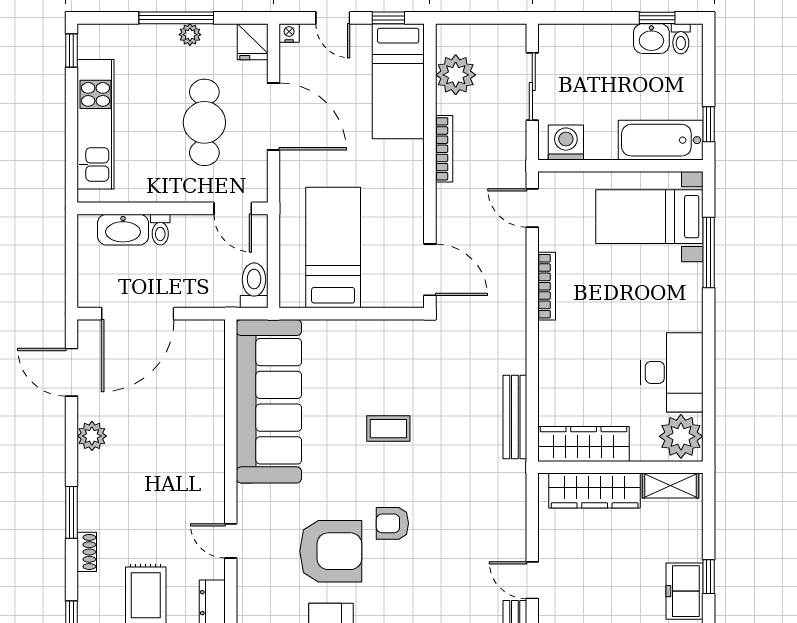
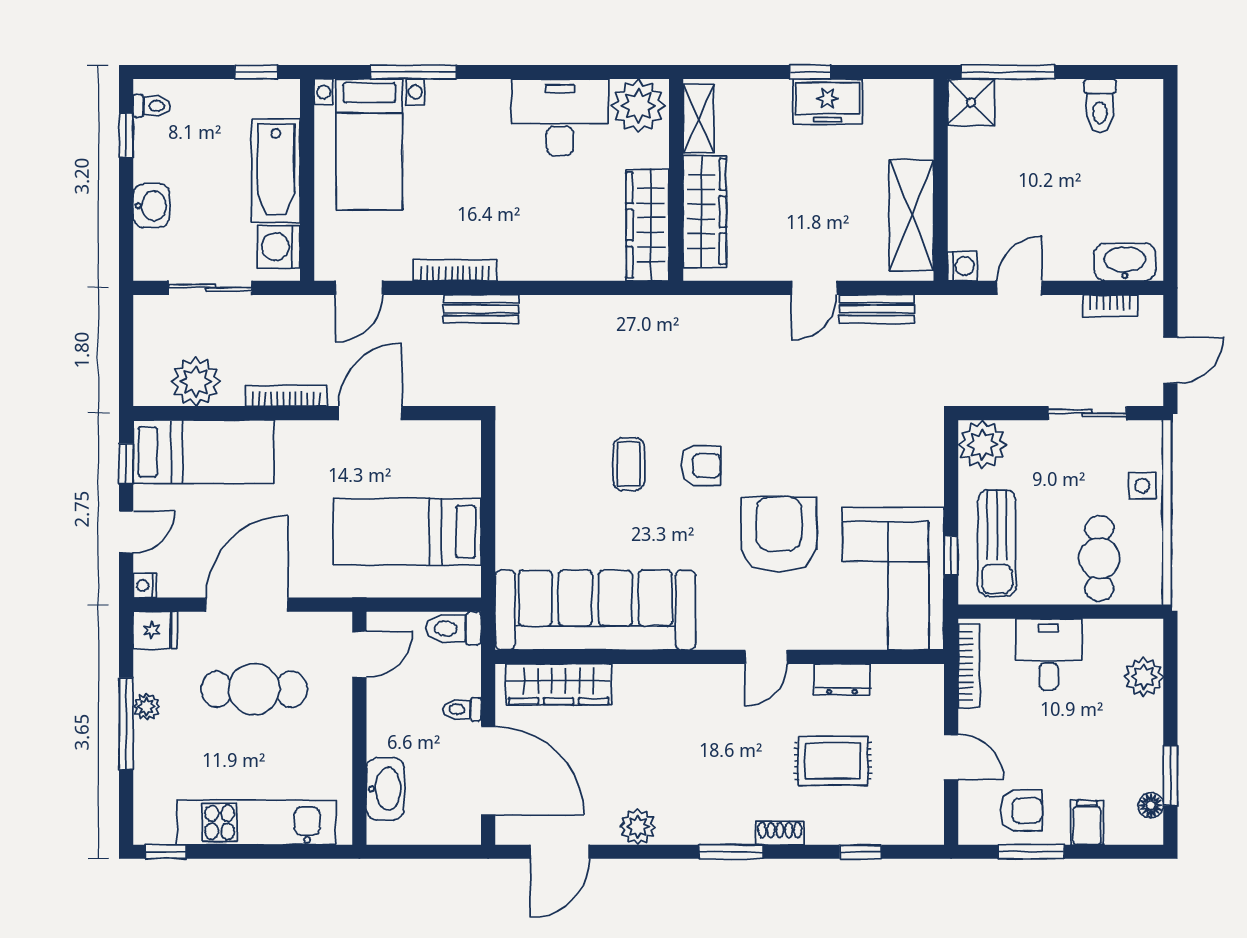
washbasin: (651, 39) -> (151, 206), moved
bathtub: (661, 140) -> (276, 171), moved
toilet: (160, 230) -> (462, 709), moved, turned 180
door: (430, 270) -> (370, 413), moved
wardrobe: (208, 371) -> (559, 684), added
bench: (515, 417) -> (481, 309), moved, width x0.73
armchair: (392, 523) -> (701, 466), moved, turned -90

